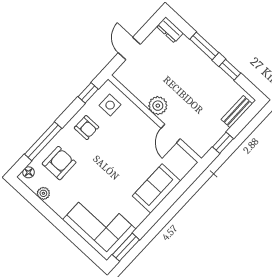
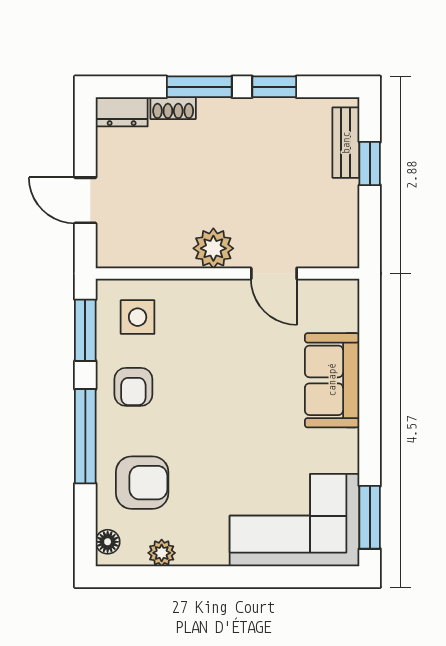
shoe rack: (189, 45) -> (173, 108), added
window: (88, 93) -> (85, 330), width x1.50
armchair: (86, 128) -> (133, 387), turned 90
window: (43, 141) -> (85, 436), moved
window: (223, 143) -> (370, 163), moved
armchair: (59, 163) -> (142, 483), turned 90

